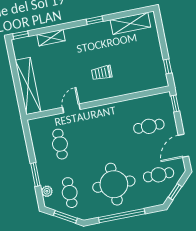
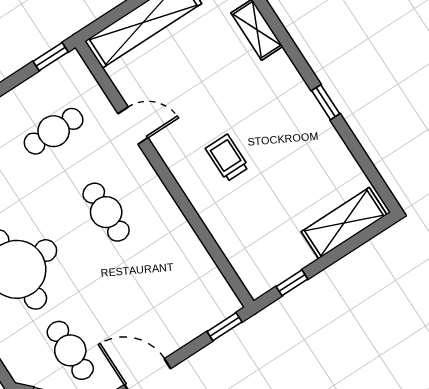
shelving: (130, 23) -> (344, 223), moved, turned 90
cafe table: (149, 126) -> (106, 212), moved
window: (27, 132) -> (51, 57), added

